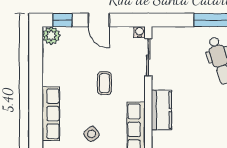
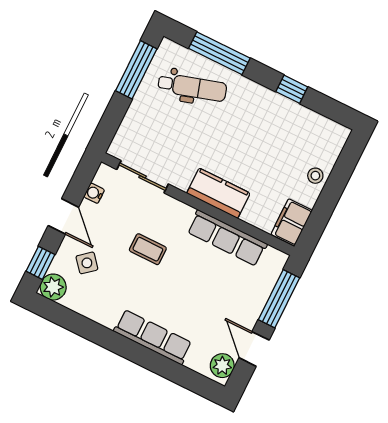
door: (99, 20) -> (63, 216), hinge flipped
water cooler: (139, 32) -> (94, 193), moved
side table: (92, 134) -> (87, 263), moved

